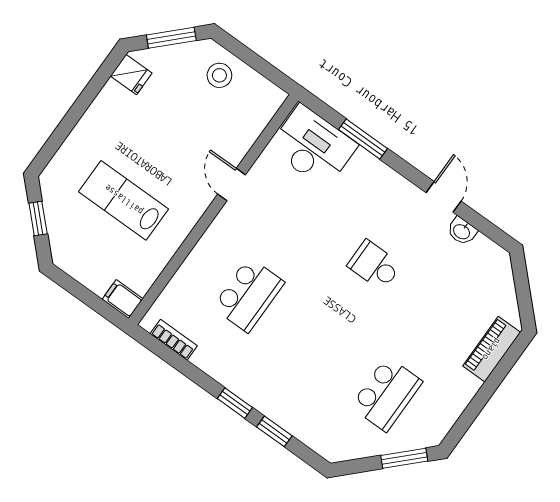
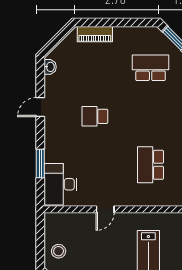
washbasin: (462, 231) -> (50, 67), moved
school desk: (374, 265) -> (95, 116), turned 90
school desk: (248, 295) -> (151, 165), turned -90

